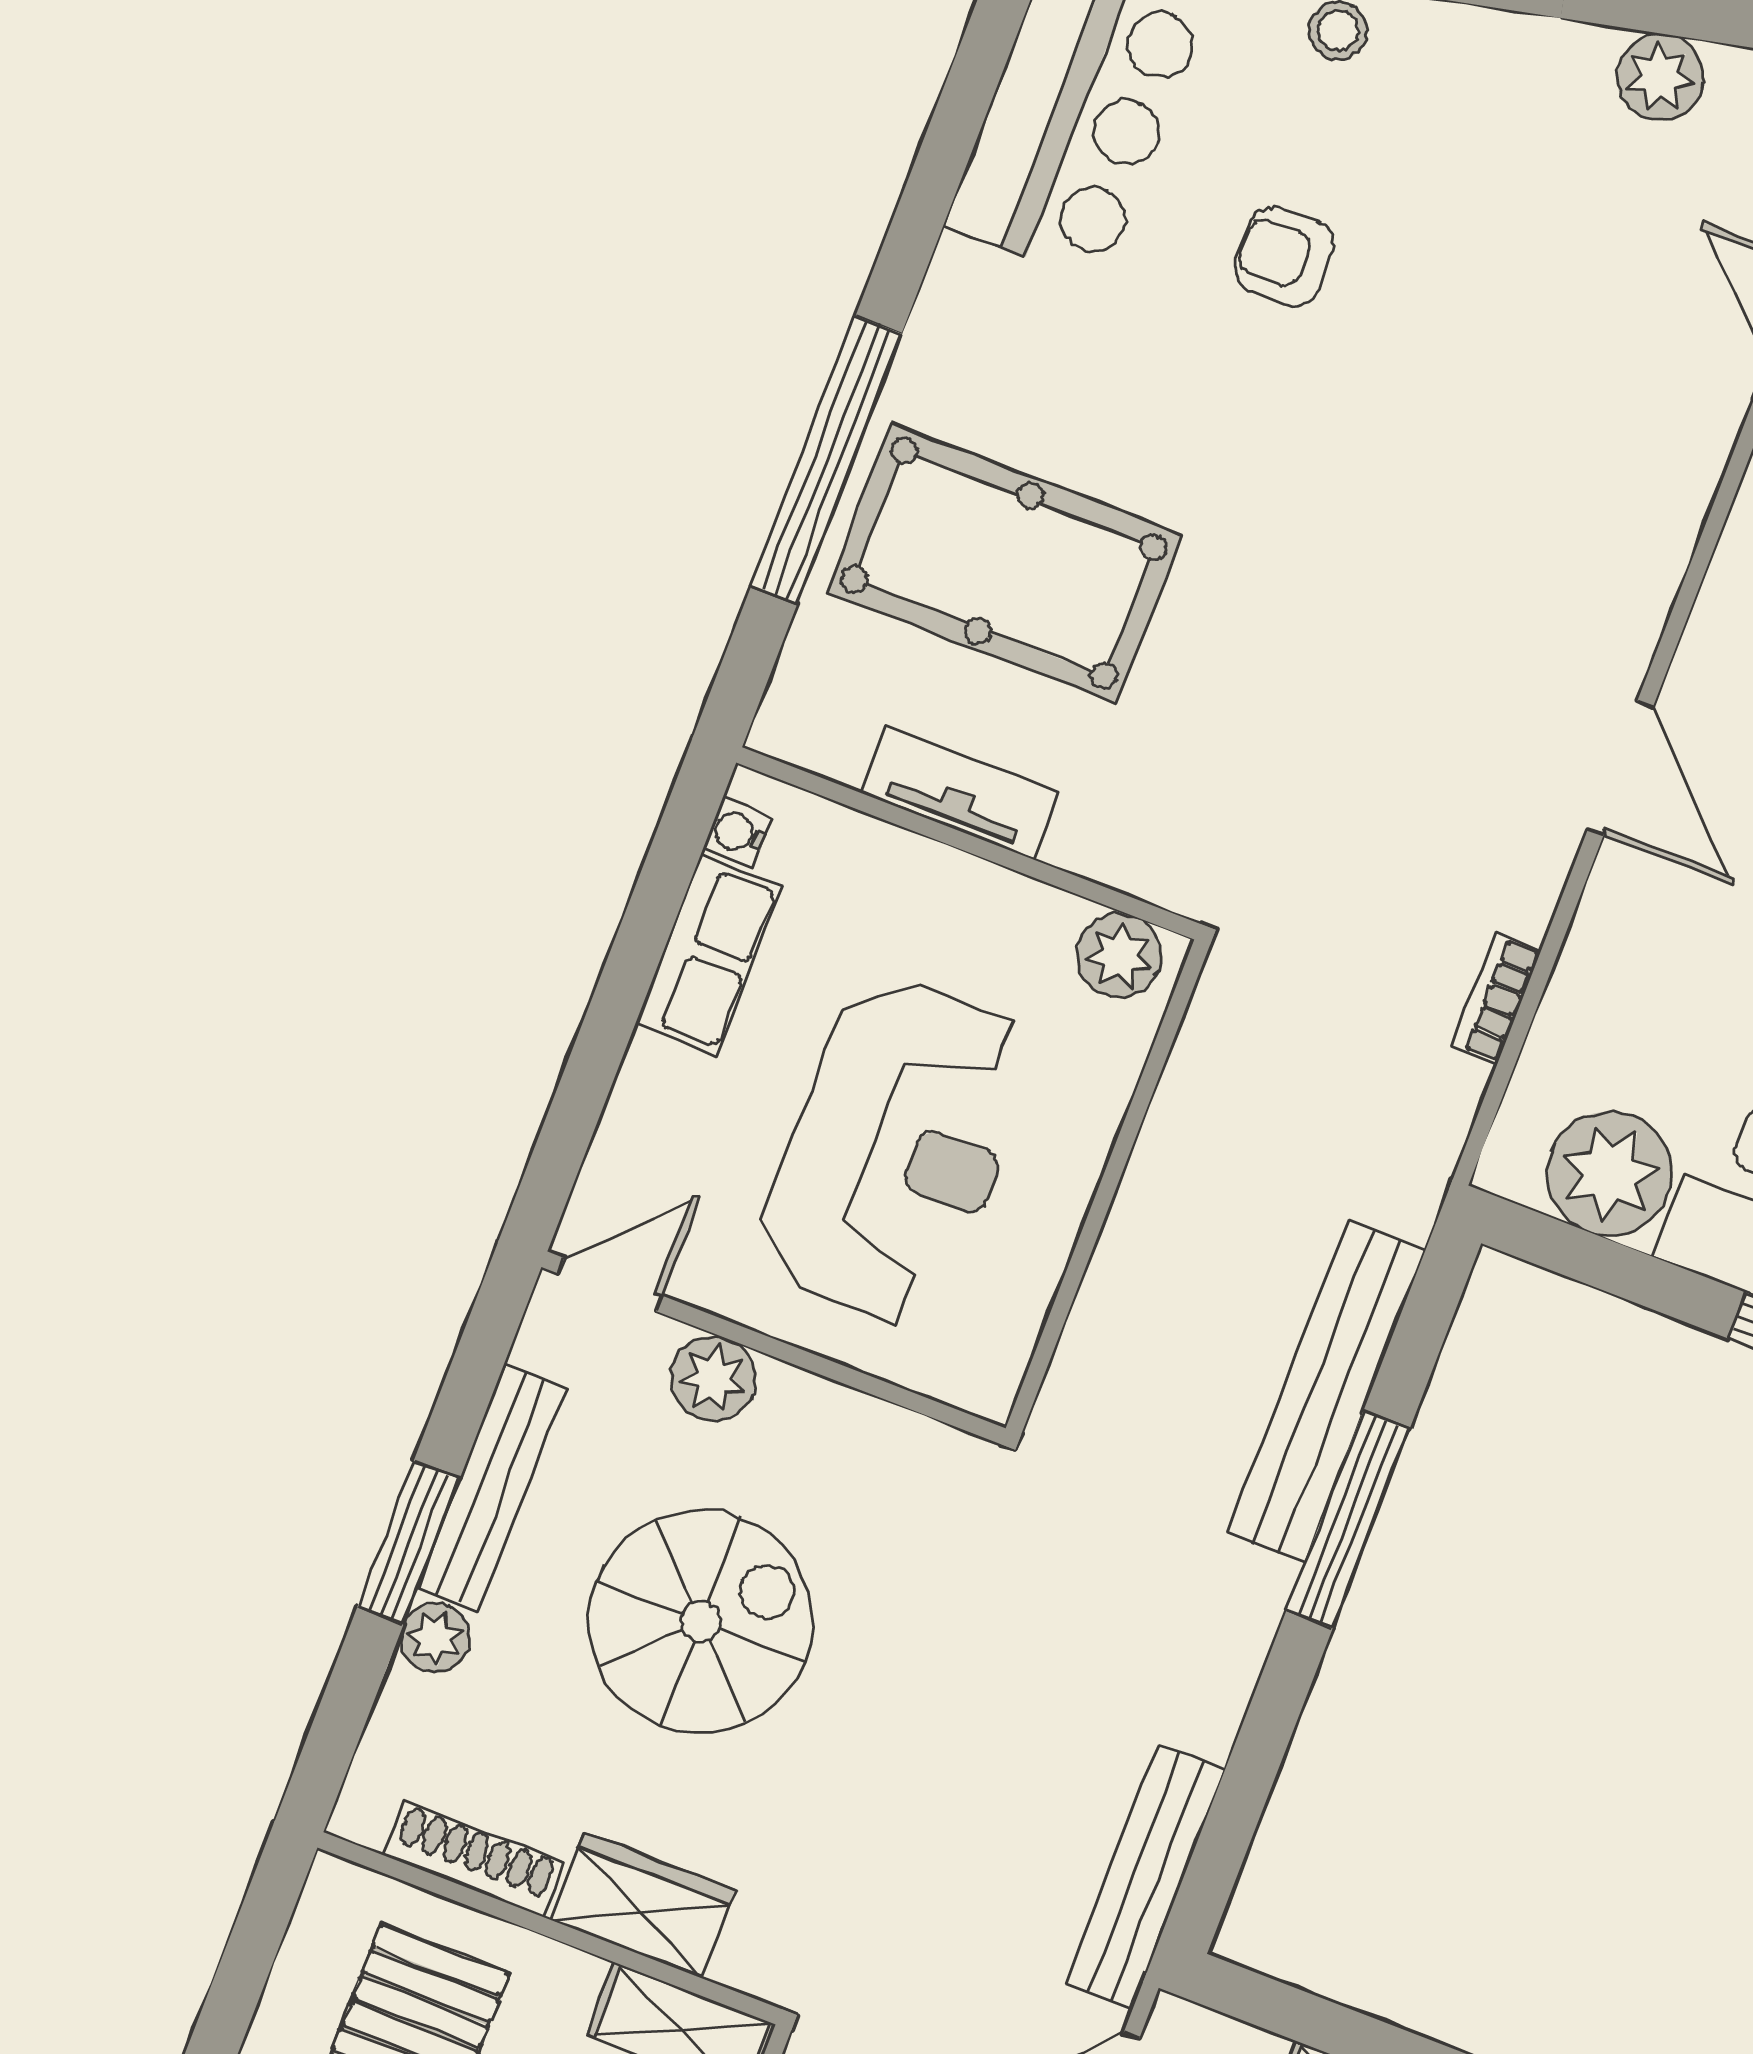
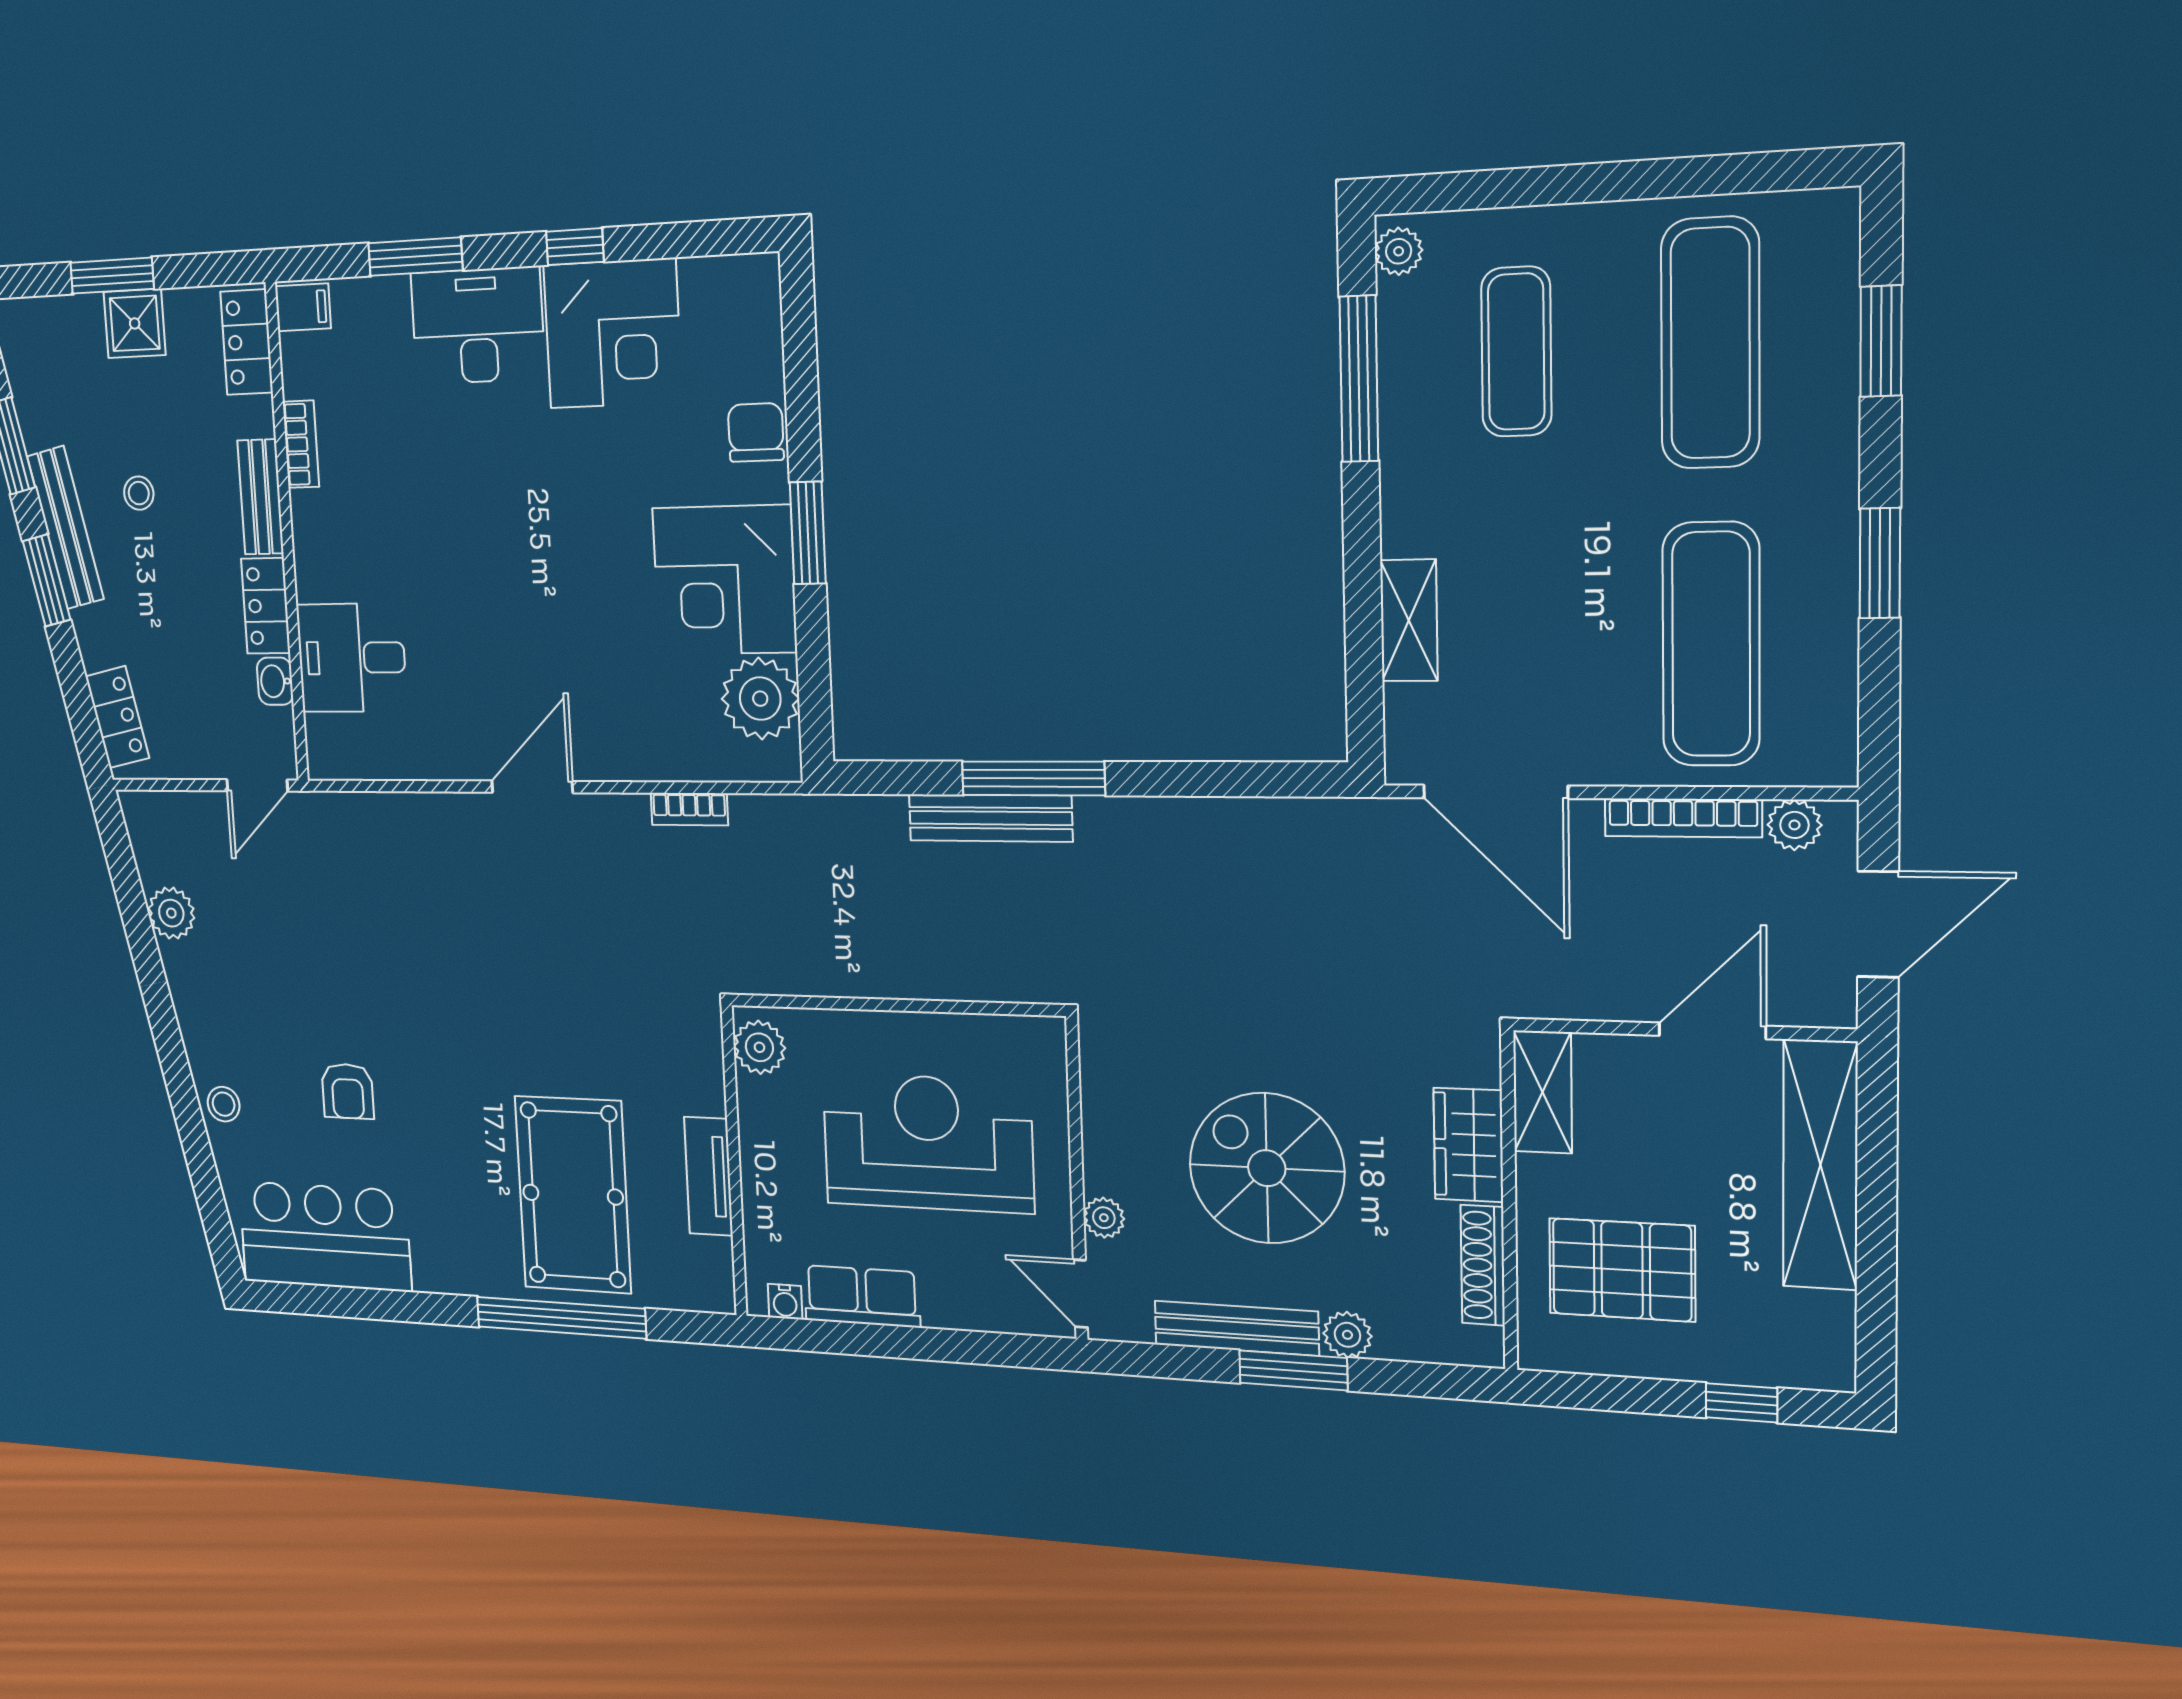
plant: (713, 1379) -> (1104, 1218), width x0.73, depth x0.73
bench: (1326, 1392) -> (990, 818), width x0.73, depth x0.82
bench: (1145, 1876) -> (1314, 822), removed

